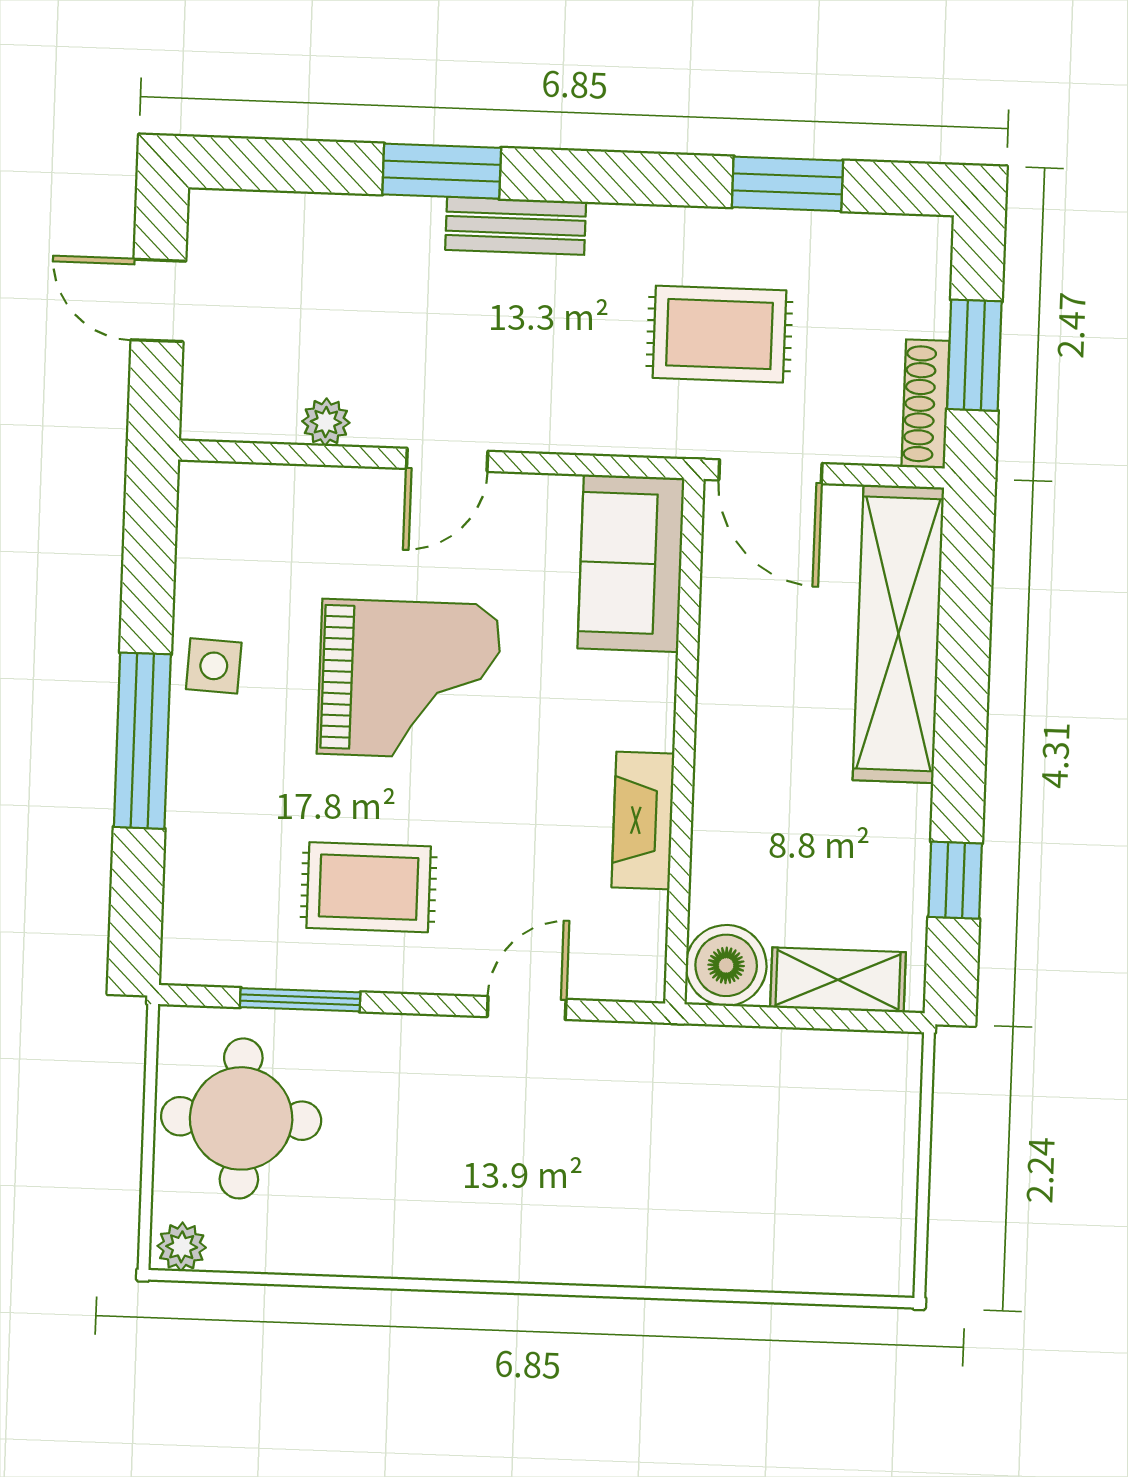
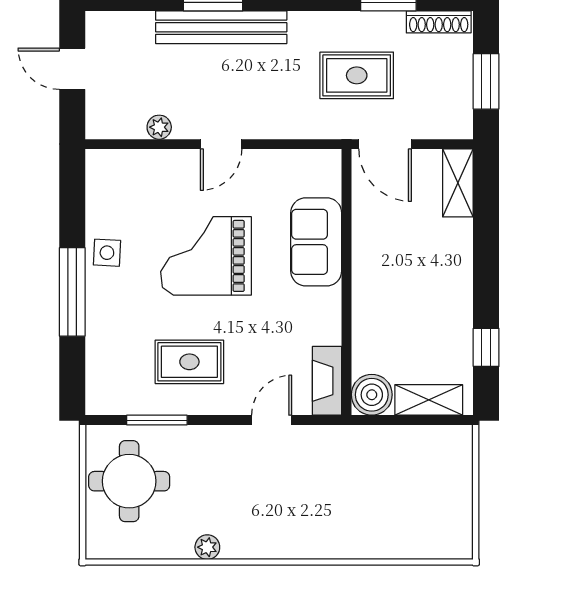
bench: (516, 226) -> (221, 27), width x1.86, depth x1.21
shoe rack: (925, 404) -> (439, 22), moved, turned -90
sofa: (631, 563) -> (316, 242), moved
shelving: (898, 634) -> (458, 183), width x0.45, depth x0.75
grand piano: (409, 679) -> (206, 256), turned 180
fireplace: (643, 820) -> (327, 381), moved
plant: (182, 1247) -> (207, 547), moved

